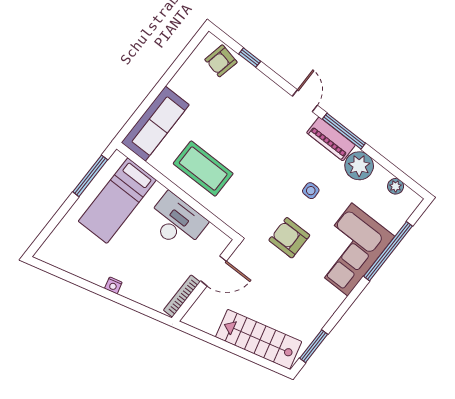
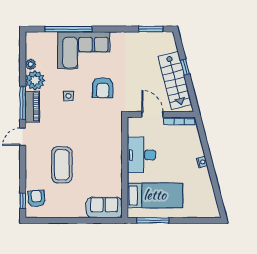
window: (250, 58) -> (23, 201), moved
armchair: (221, 61) -> (37, 198), turned -108
sofa: (155, 124) -> (104, 207), width x0.73
coffee table: (203, 169) -> (62, 165), moved
plant: (396, 186) -> (31, 64), moved
stairs: (259, 339) -> (175, 80), moved
window: (239, 351) -> (185, 67), added

